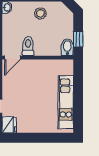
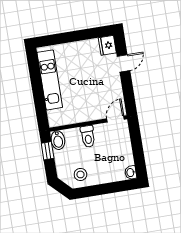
stool: (40, 14) -> (80, 174), moved
toilet: (28, 46) -> (88, 136), moved

